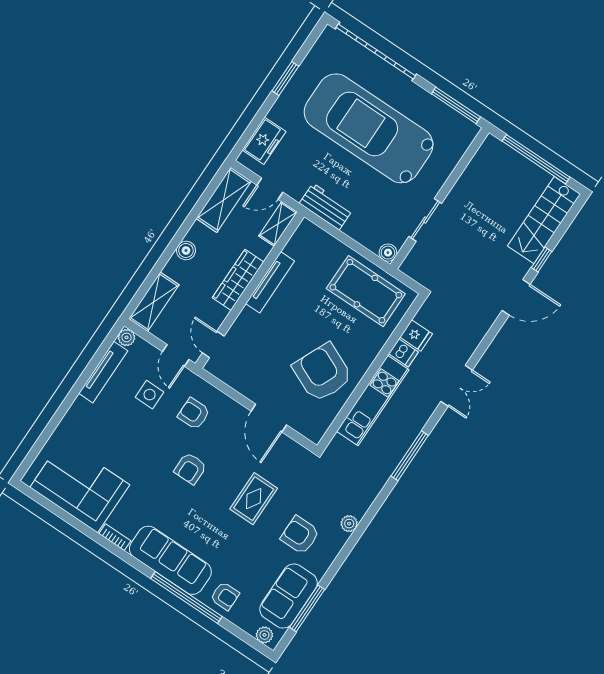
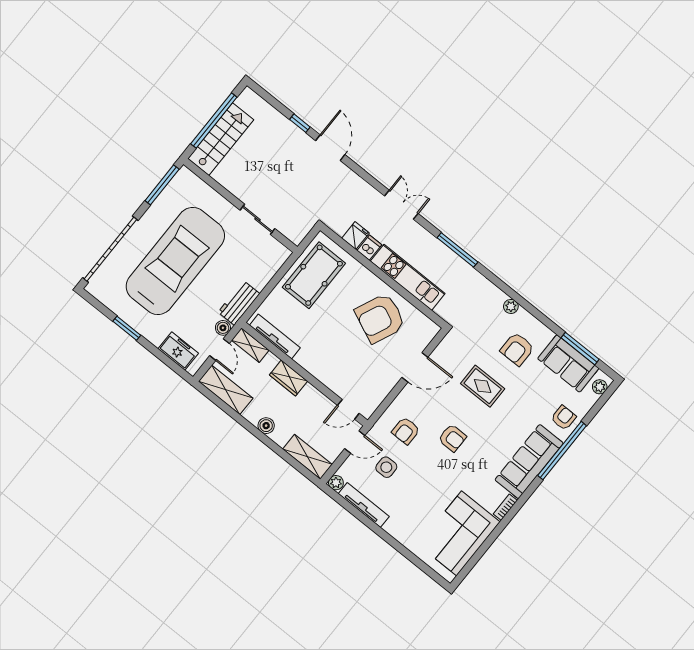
car: (369, 128) -> (175, 261), turned 180
stairs: (544, 220) -> (221, 139), moved, turned -90
boiler: (388, 253) -> (223, 328), moved
wardrobe: (238, 280) -> (288, 378), width x0.67
tv unit: (270, 282) -> (275, 336), moved

